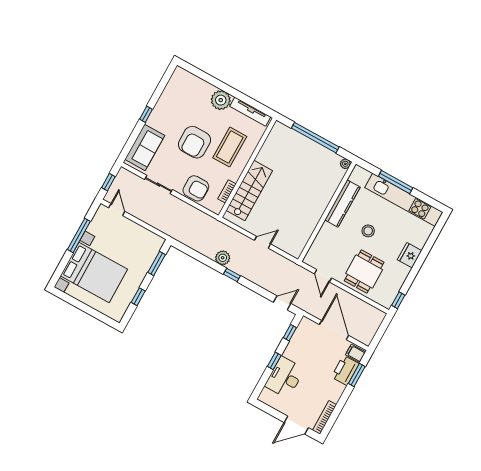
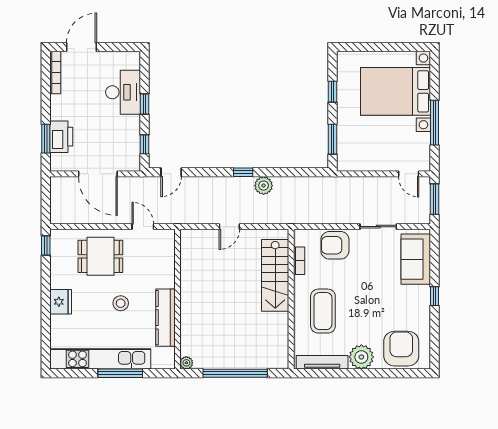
armchair: (194, 142) -> (401, 349), moved
window: (108, 182) -> (435, 199), width x1.50
dining table: (364, 271) -> (100, 256), turned 90
filing cabinet: (356, 353) -> (60, 162), removed

